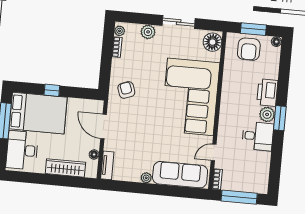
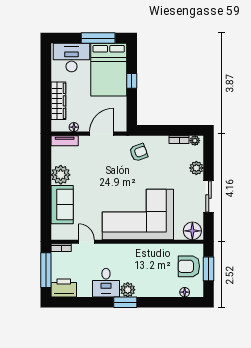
floor lamp: (276, 42) -> (185, 292), moved
printer: (267, 93) -> (64, 288), moved
sofa: (180, 175) -> (62, 205), width x0.73
plant: (146, 178) -> (61, 175), width x1.88, depth x1.88

